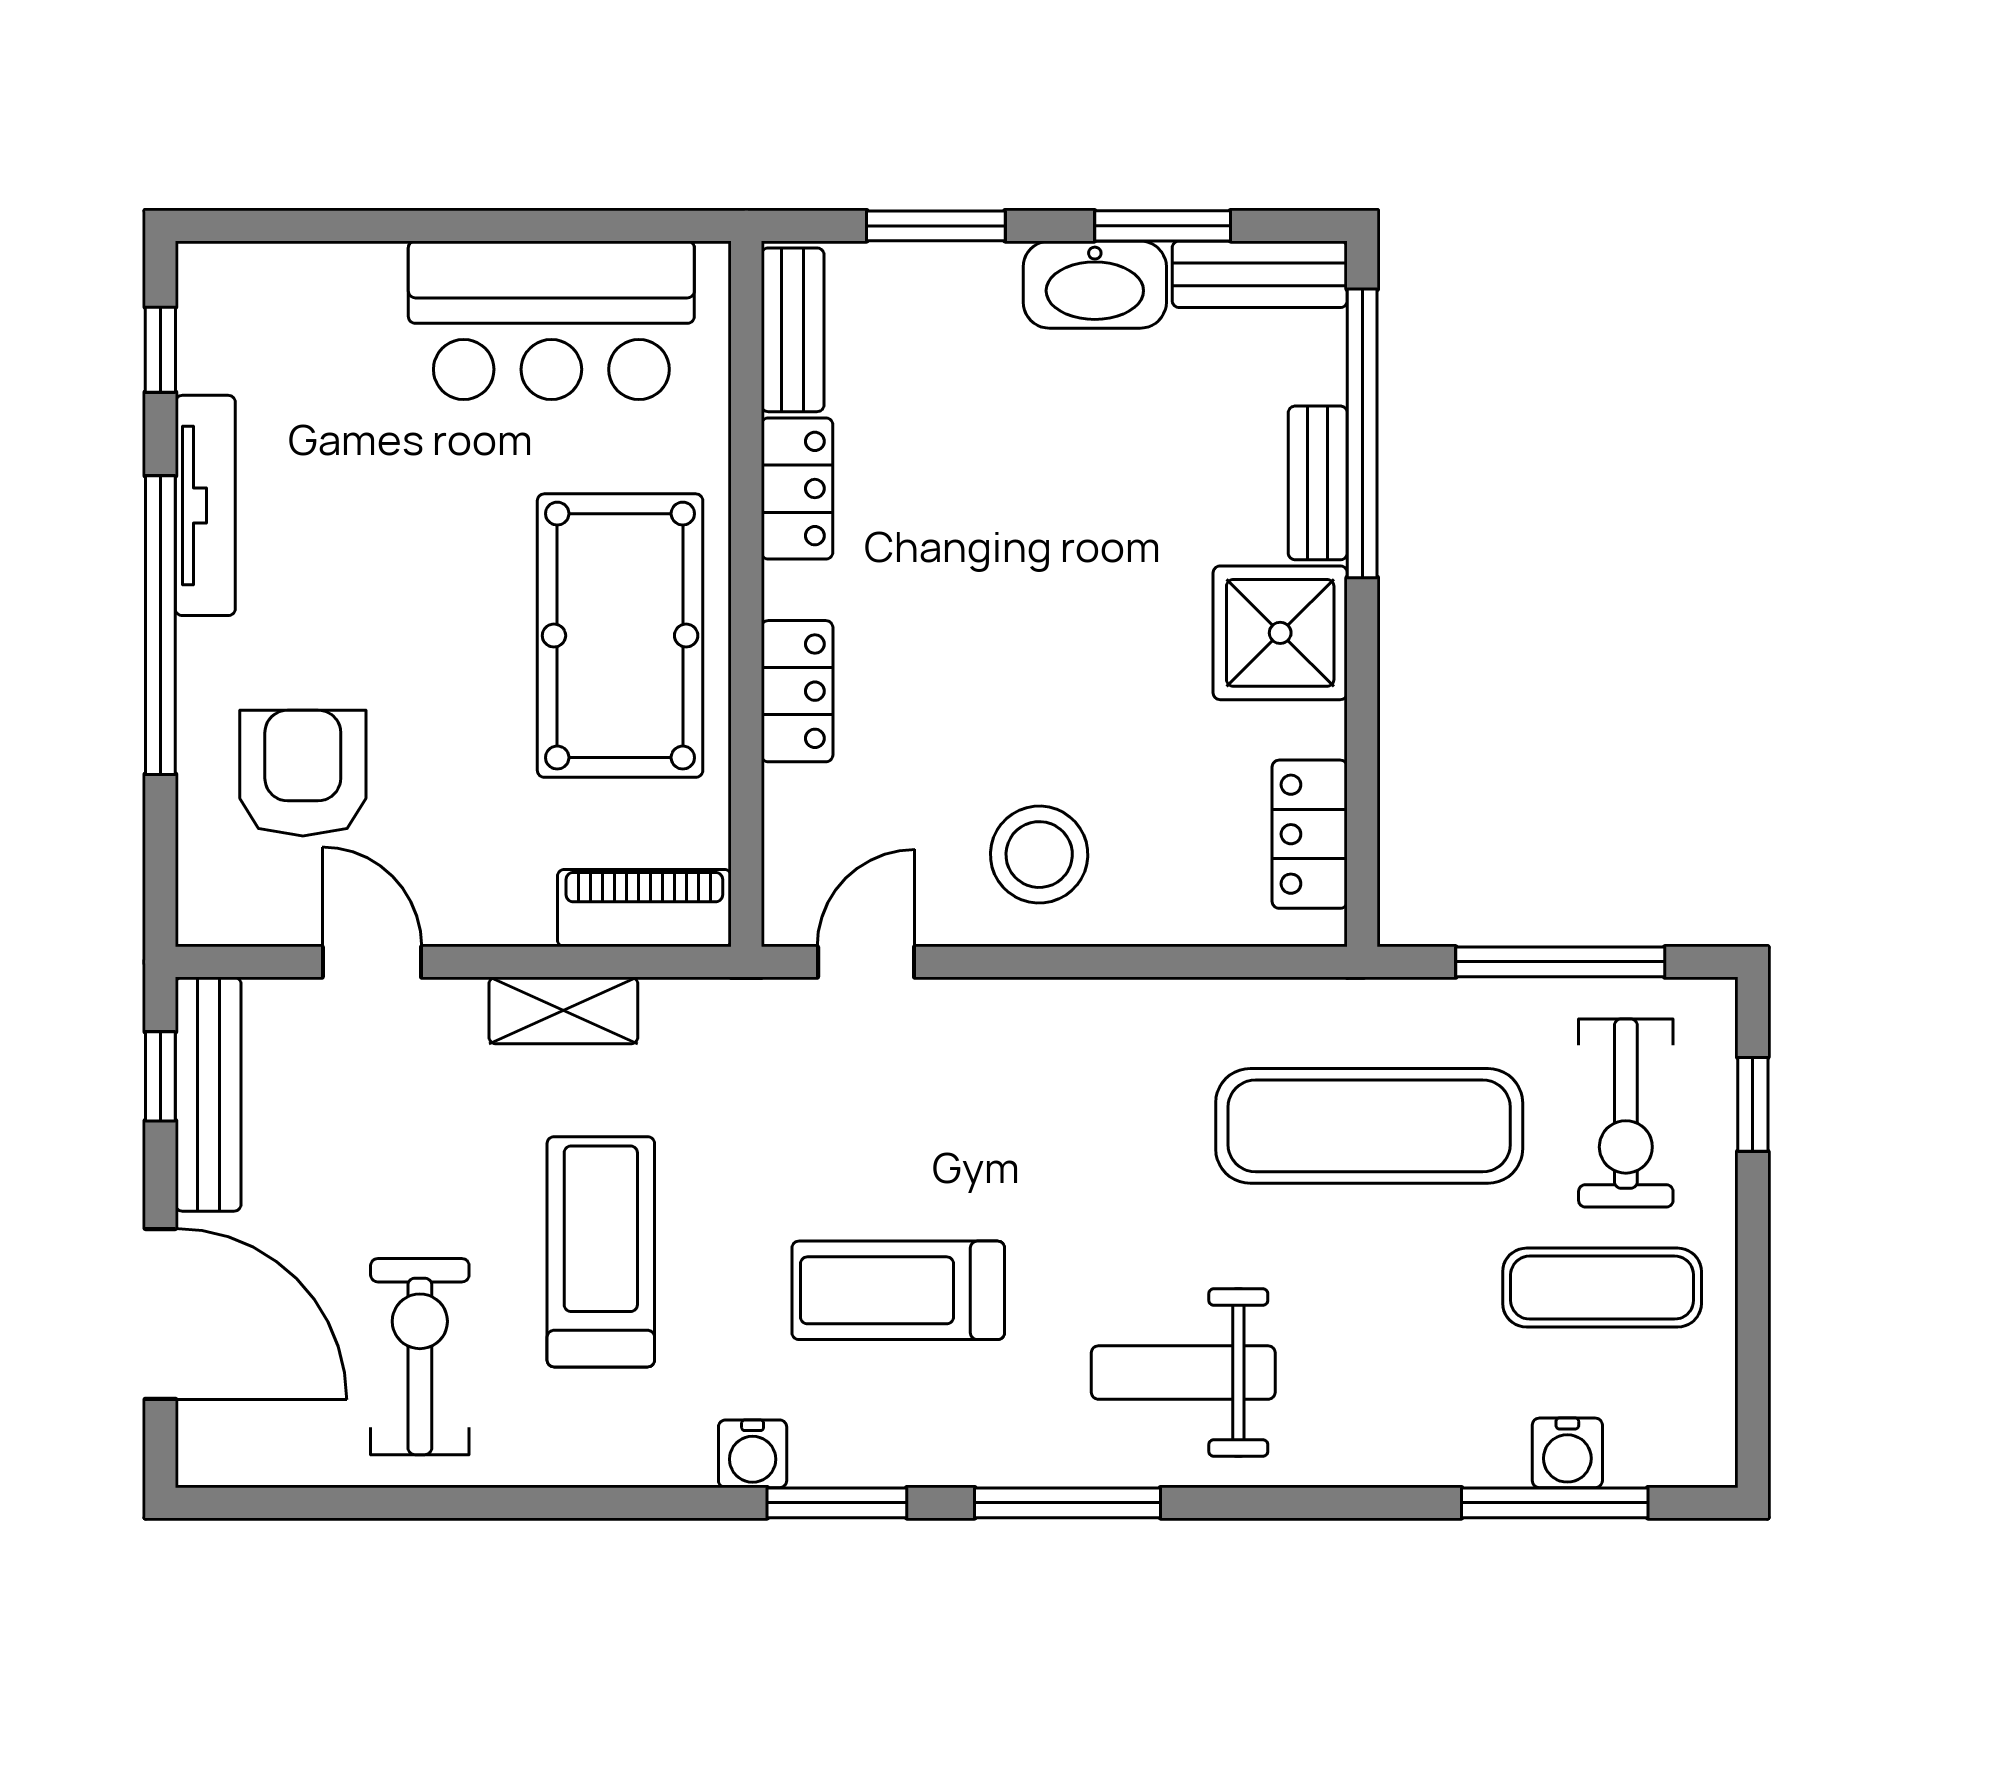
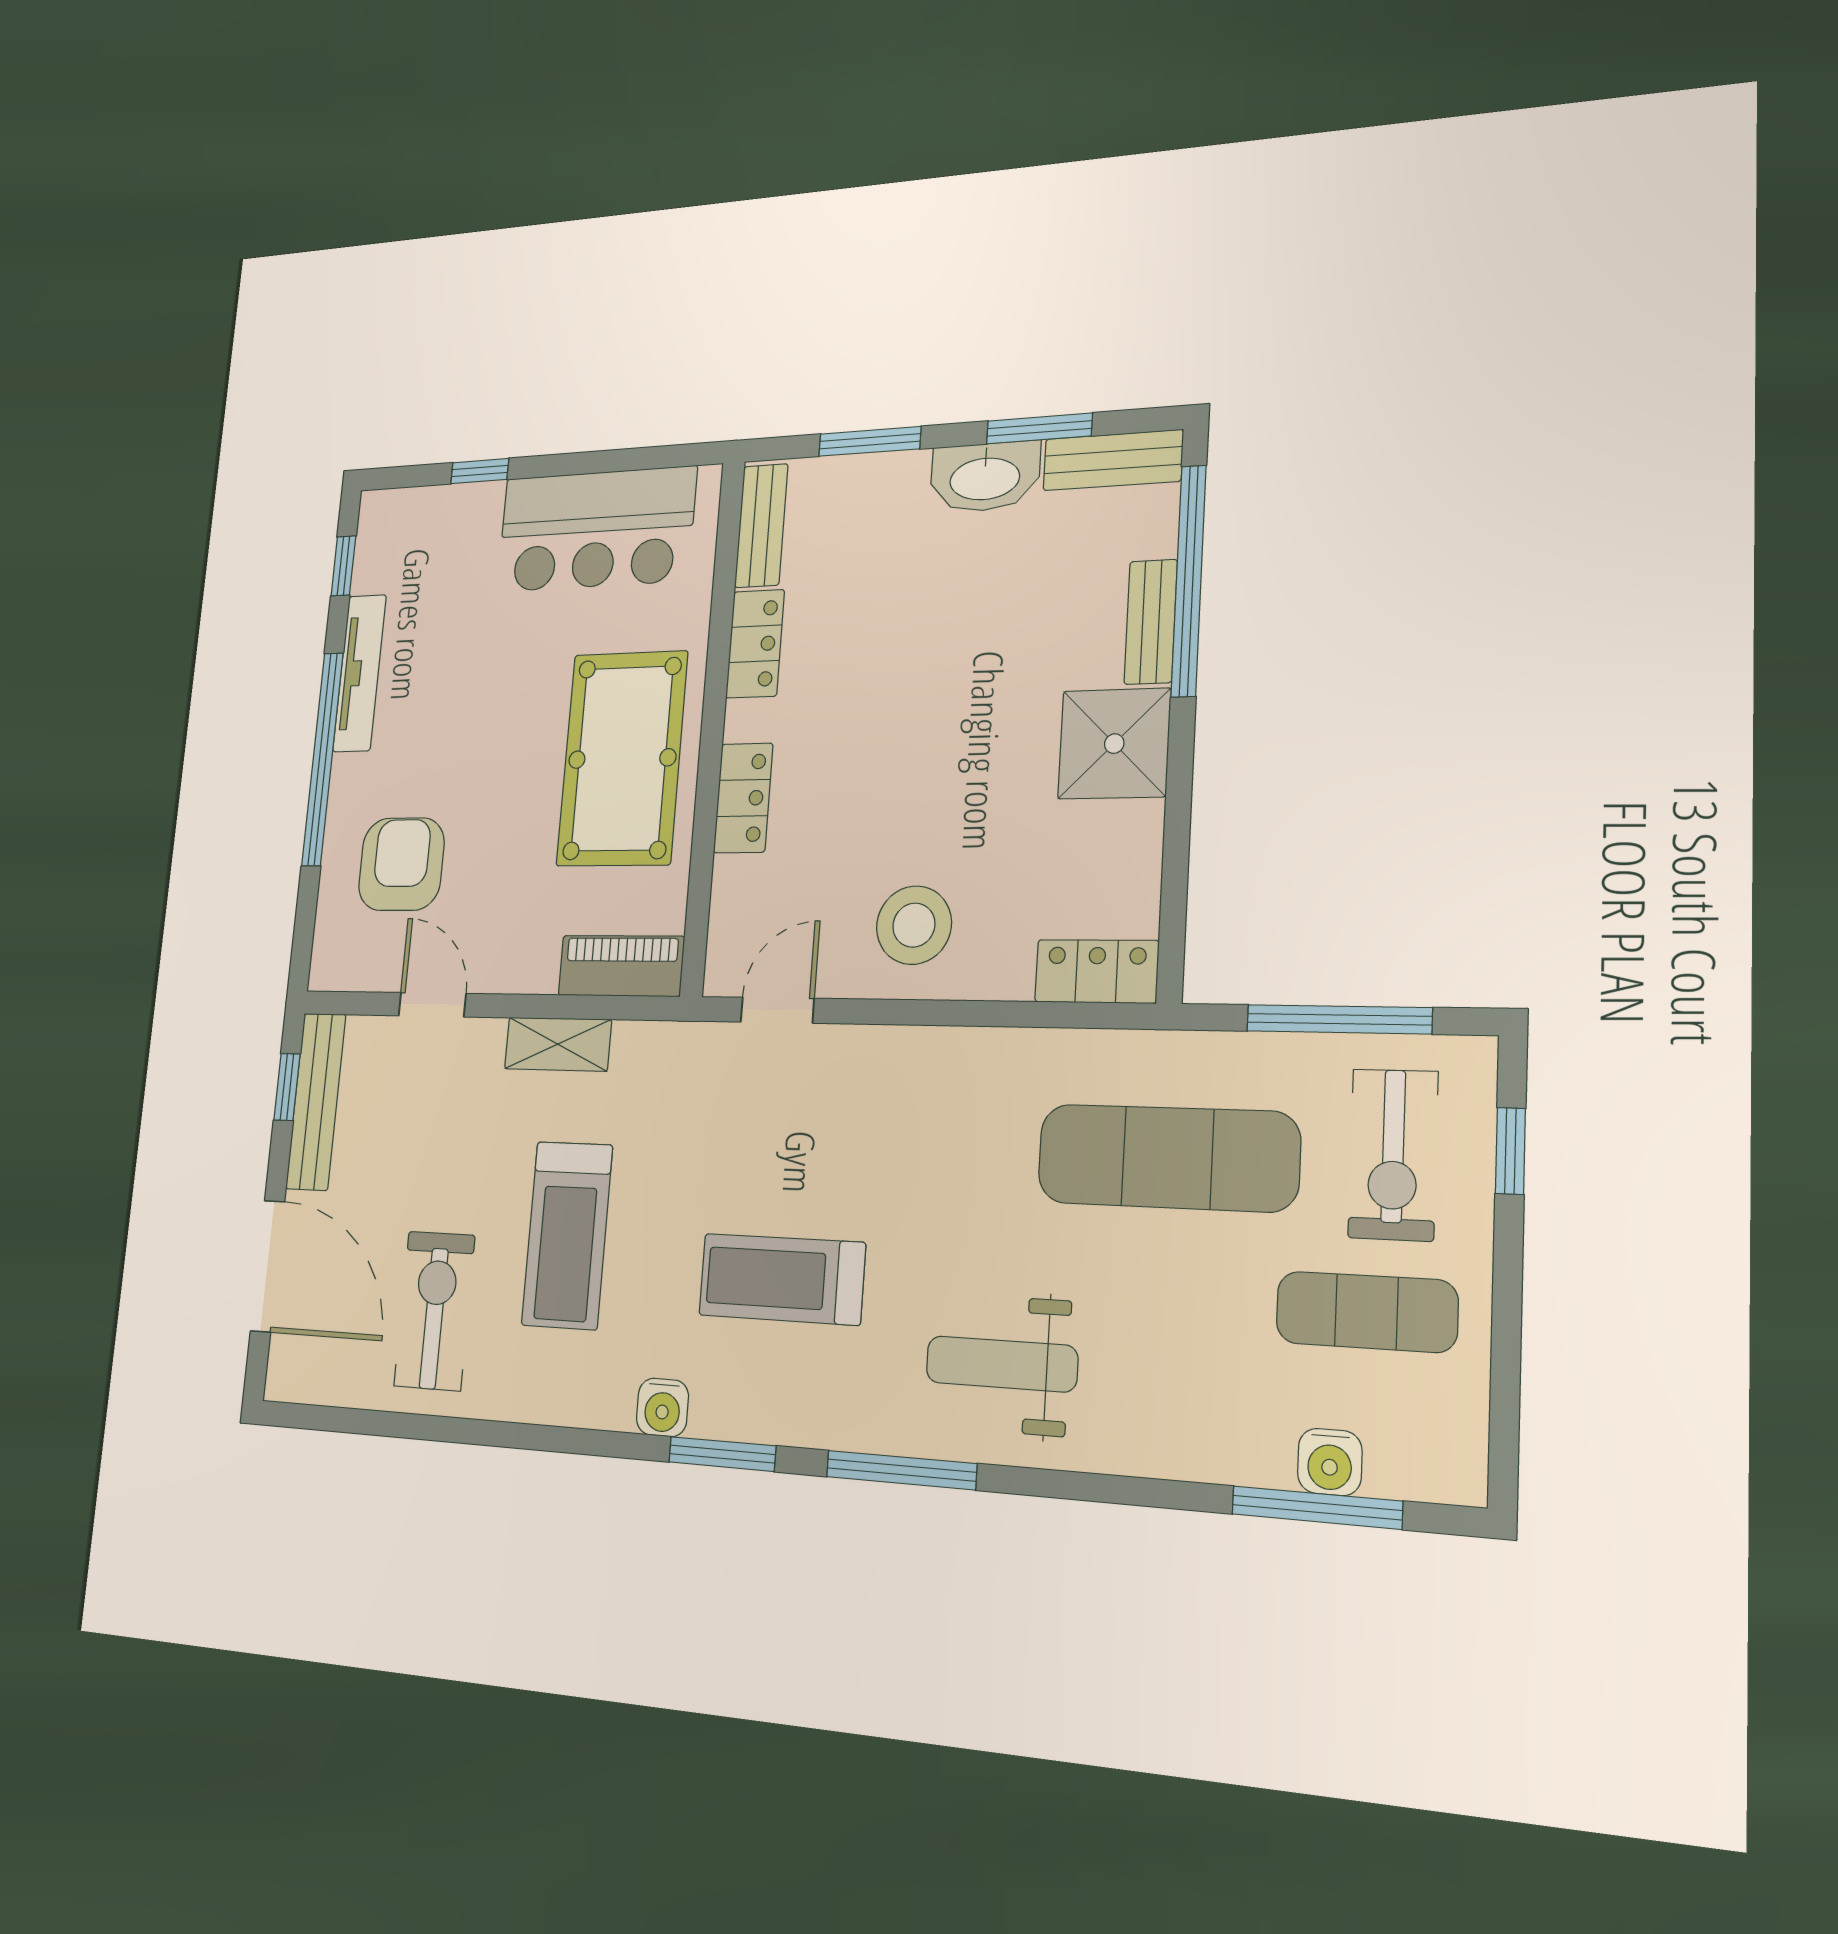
window: (364, 226) -> (480, 471), added
locker: (1310, 834) -> (1097, 971), moved, turned 90
treadmill: (601, 1252) -> (567, 1235), turned 180

